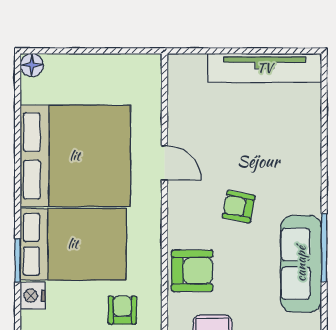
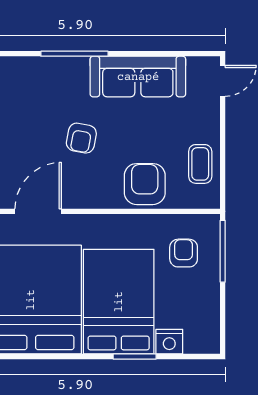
door: (164, 163) -> (38, 211), width x1.38
window: (324, 248) -> (74, 54), moved
armchair: (122, 310) -> (184, 253), turned 90

